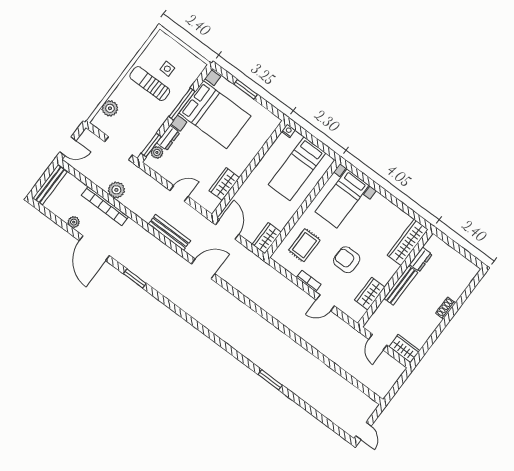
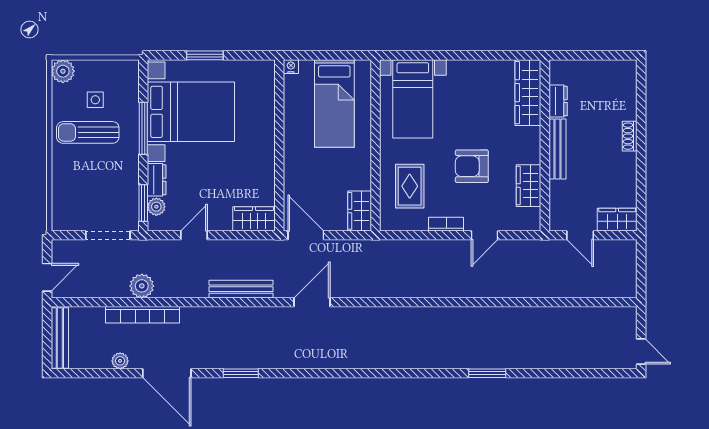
plant: (110, 108) -> (63, 71), moved
wardrobe: (224, 184) -> (254, 219), moved, turned 90
door: (179, 193) -> (194, 235), moved

